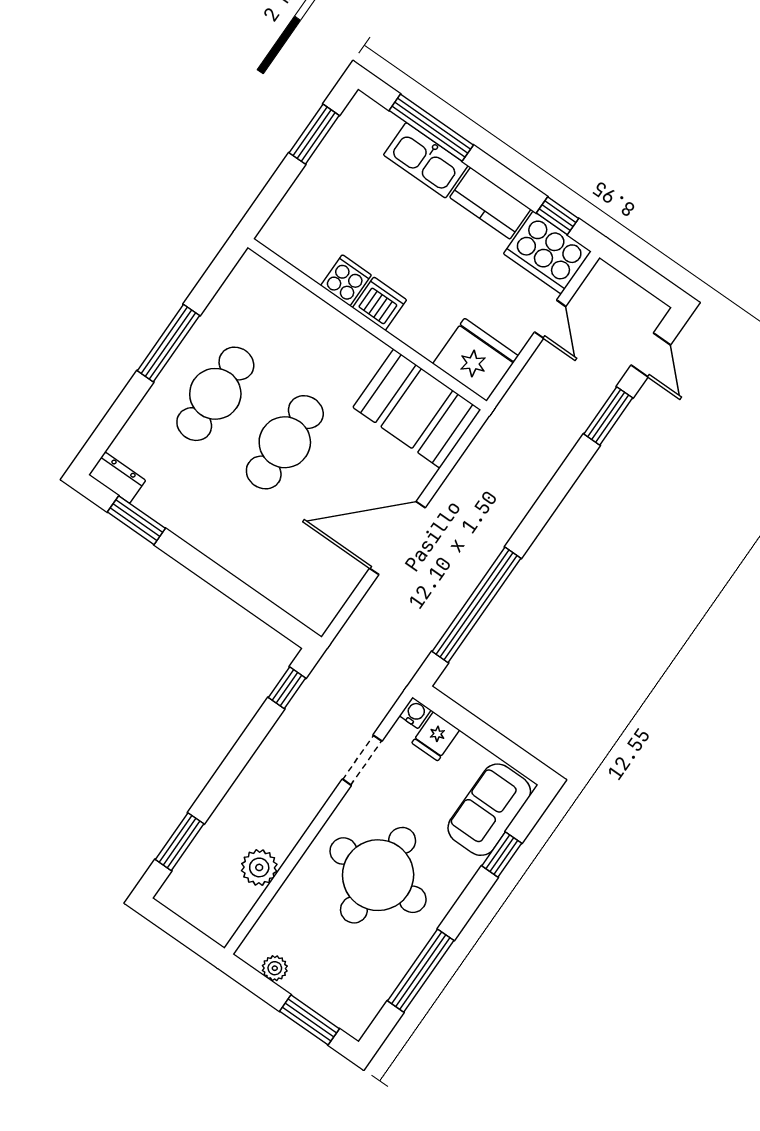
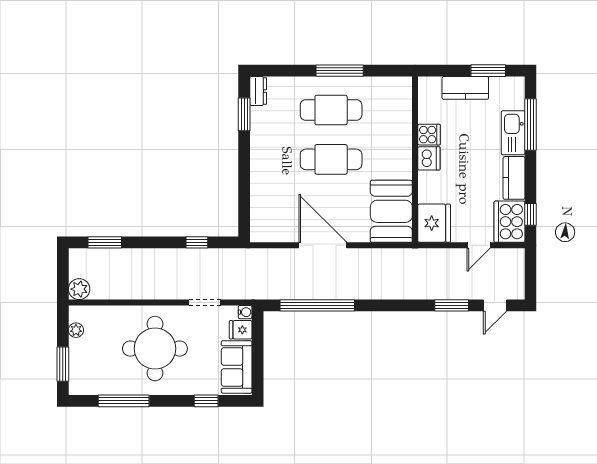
kitchen counter: (316, 183) -> (465, 88), added
window: (287, 688) -> (197, 242), moved
sofa: (489, 810) -> (237, 367), moved, turned -90
plant: (259, 867) -> (79, 289), moved

